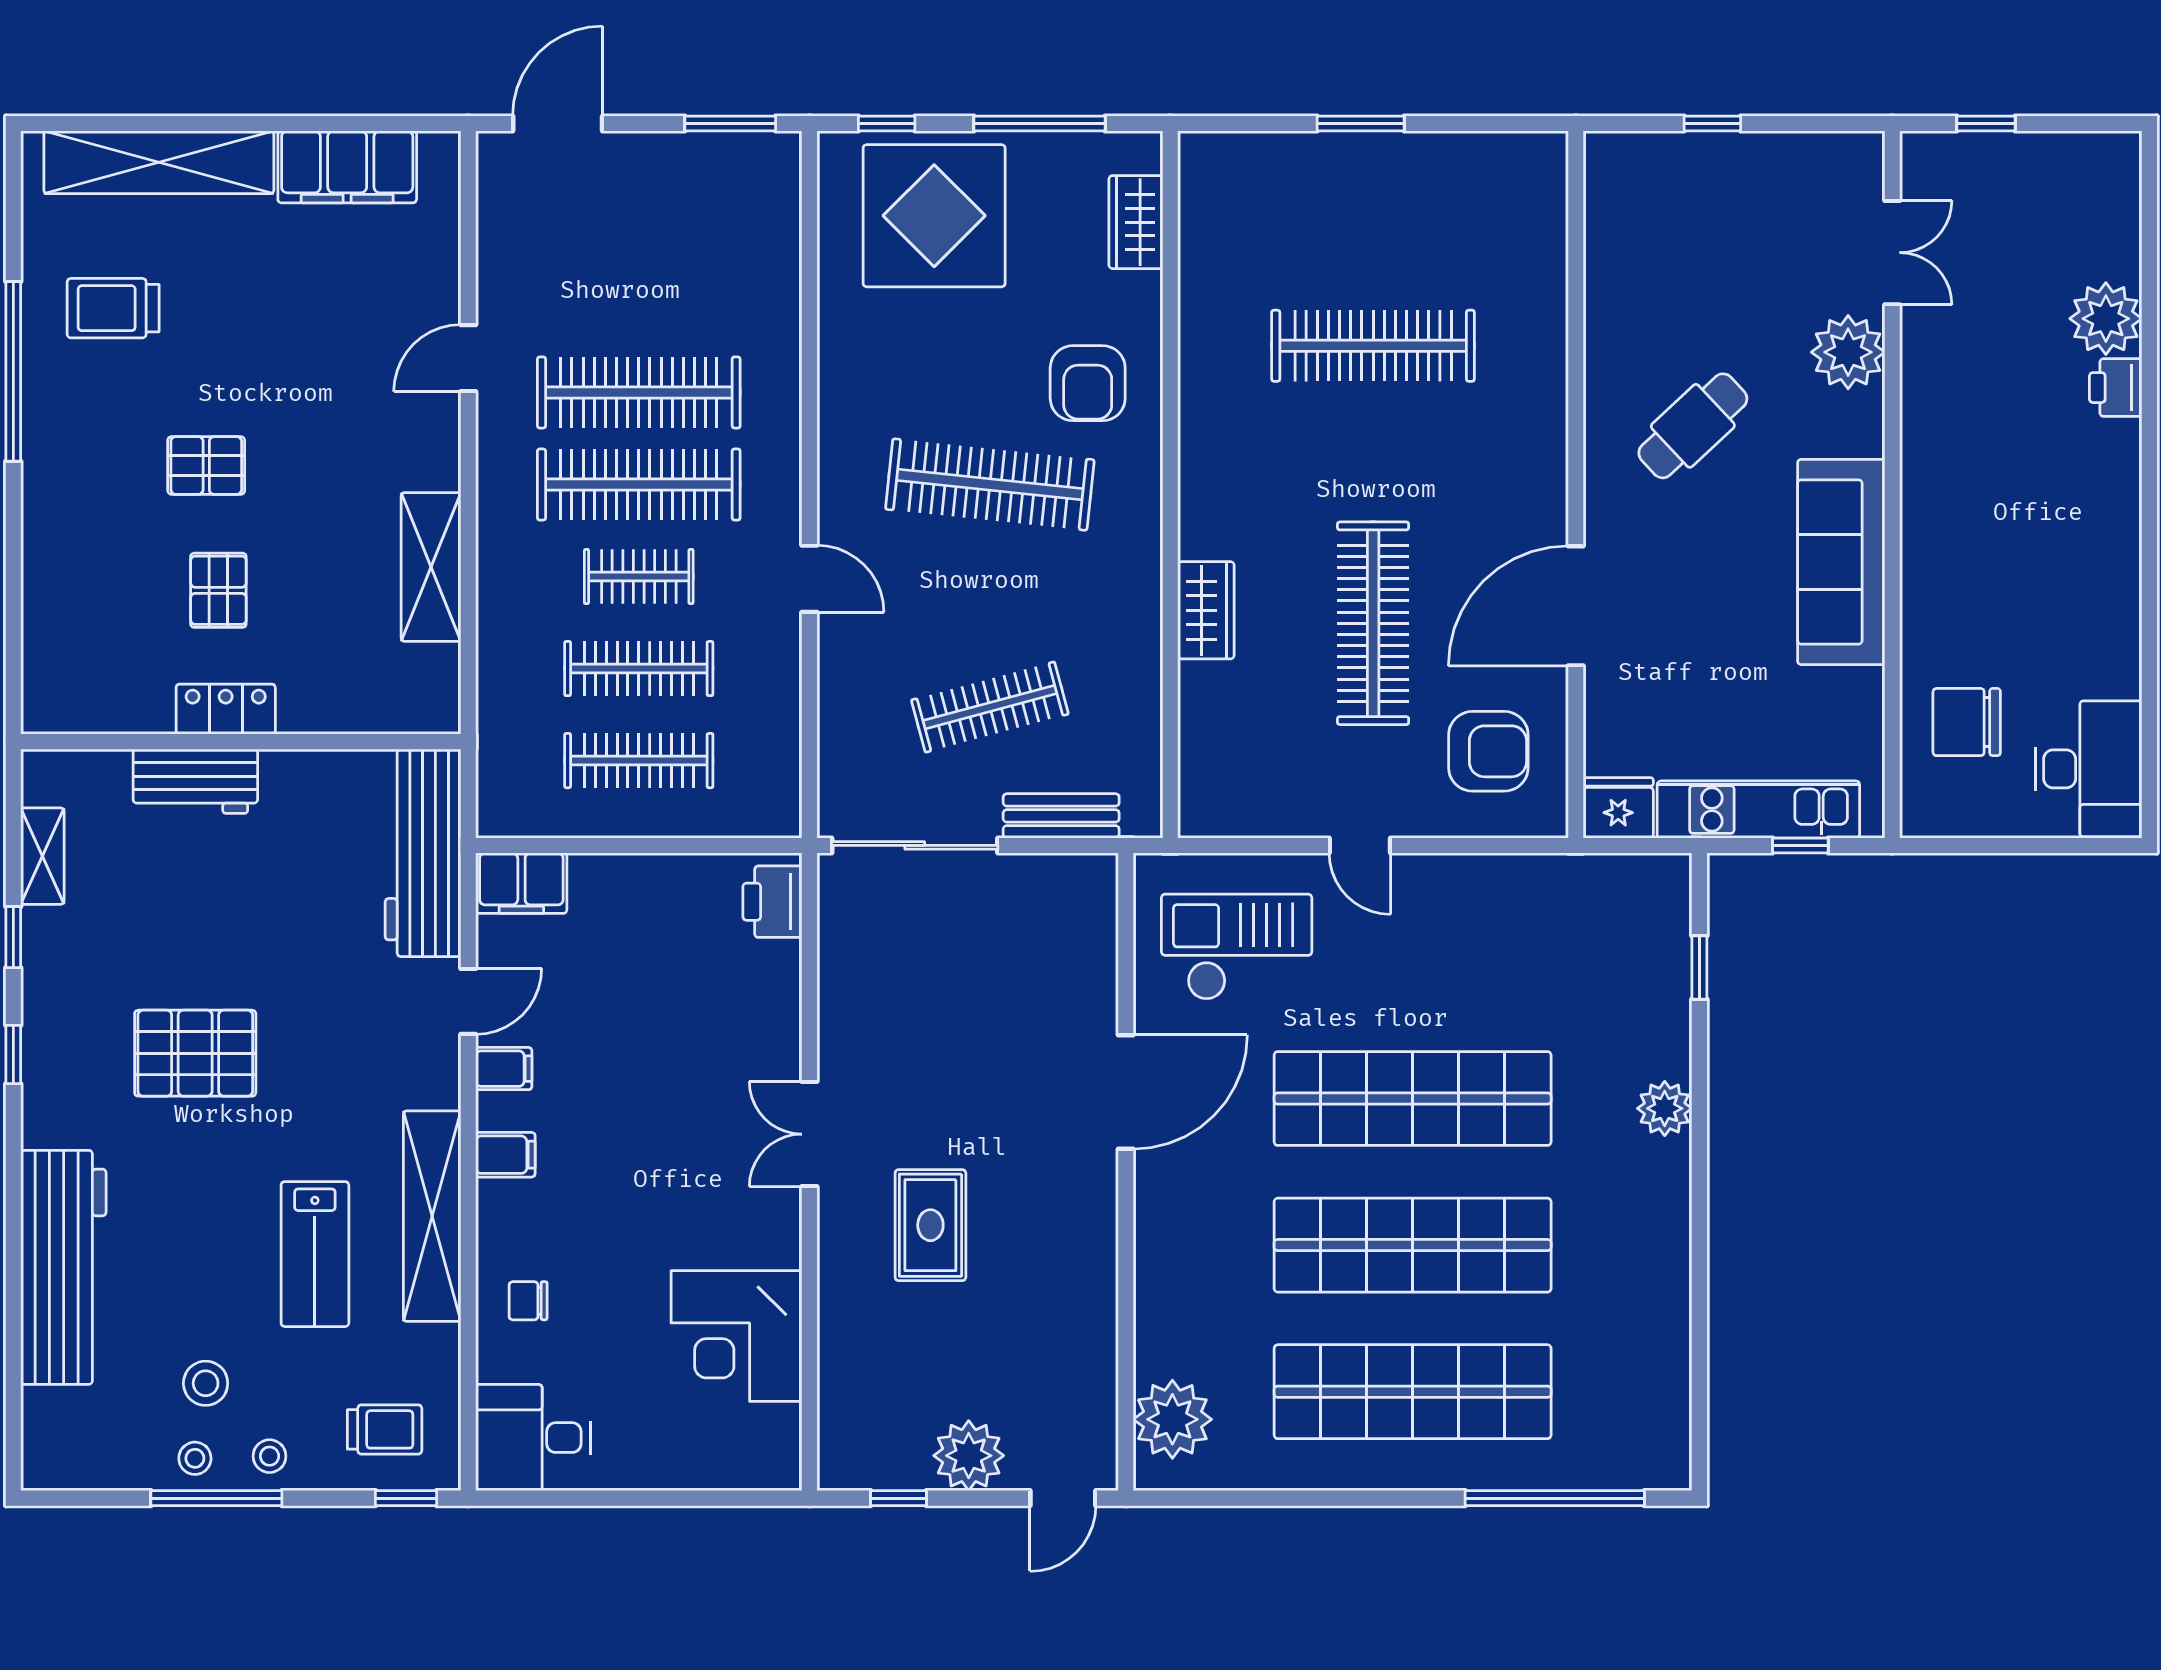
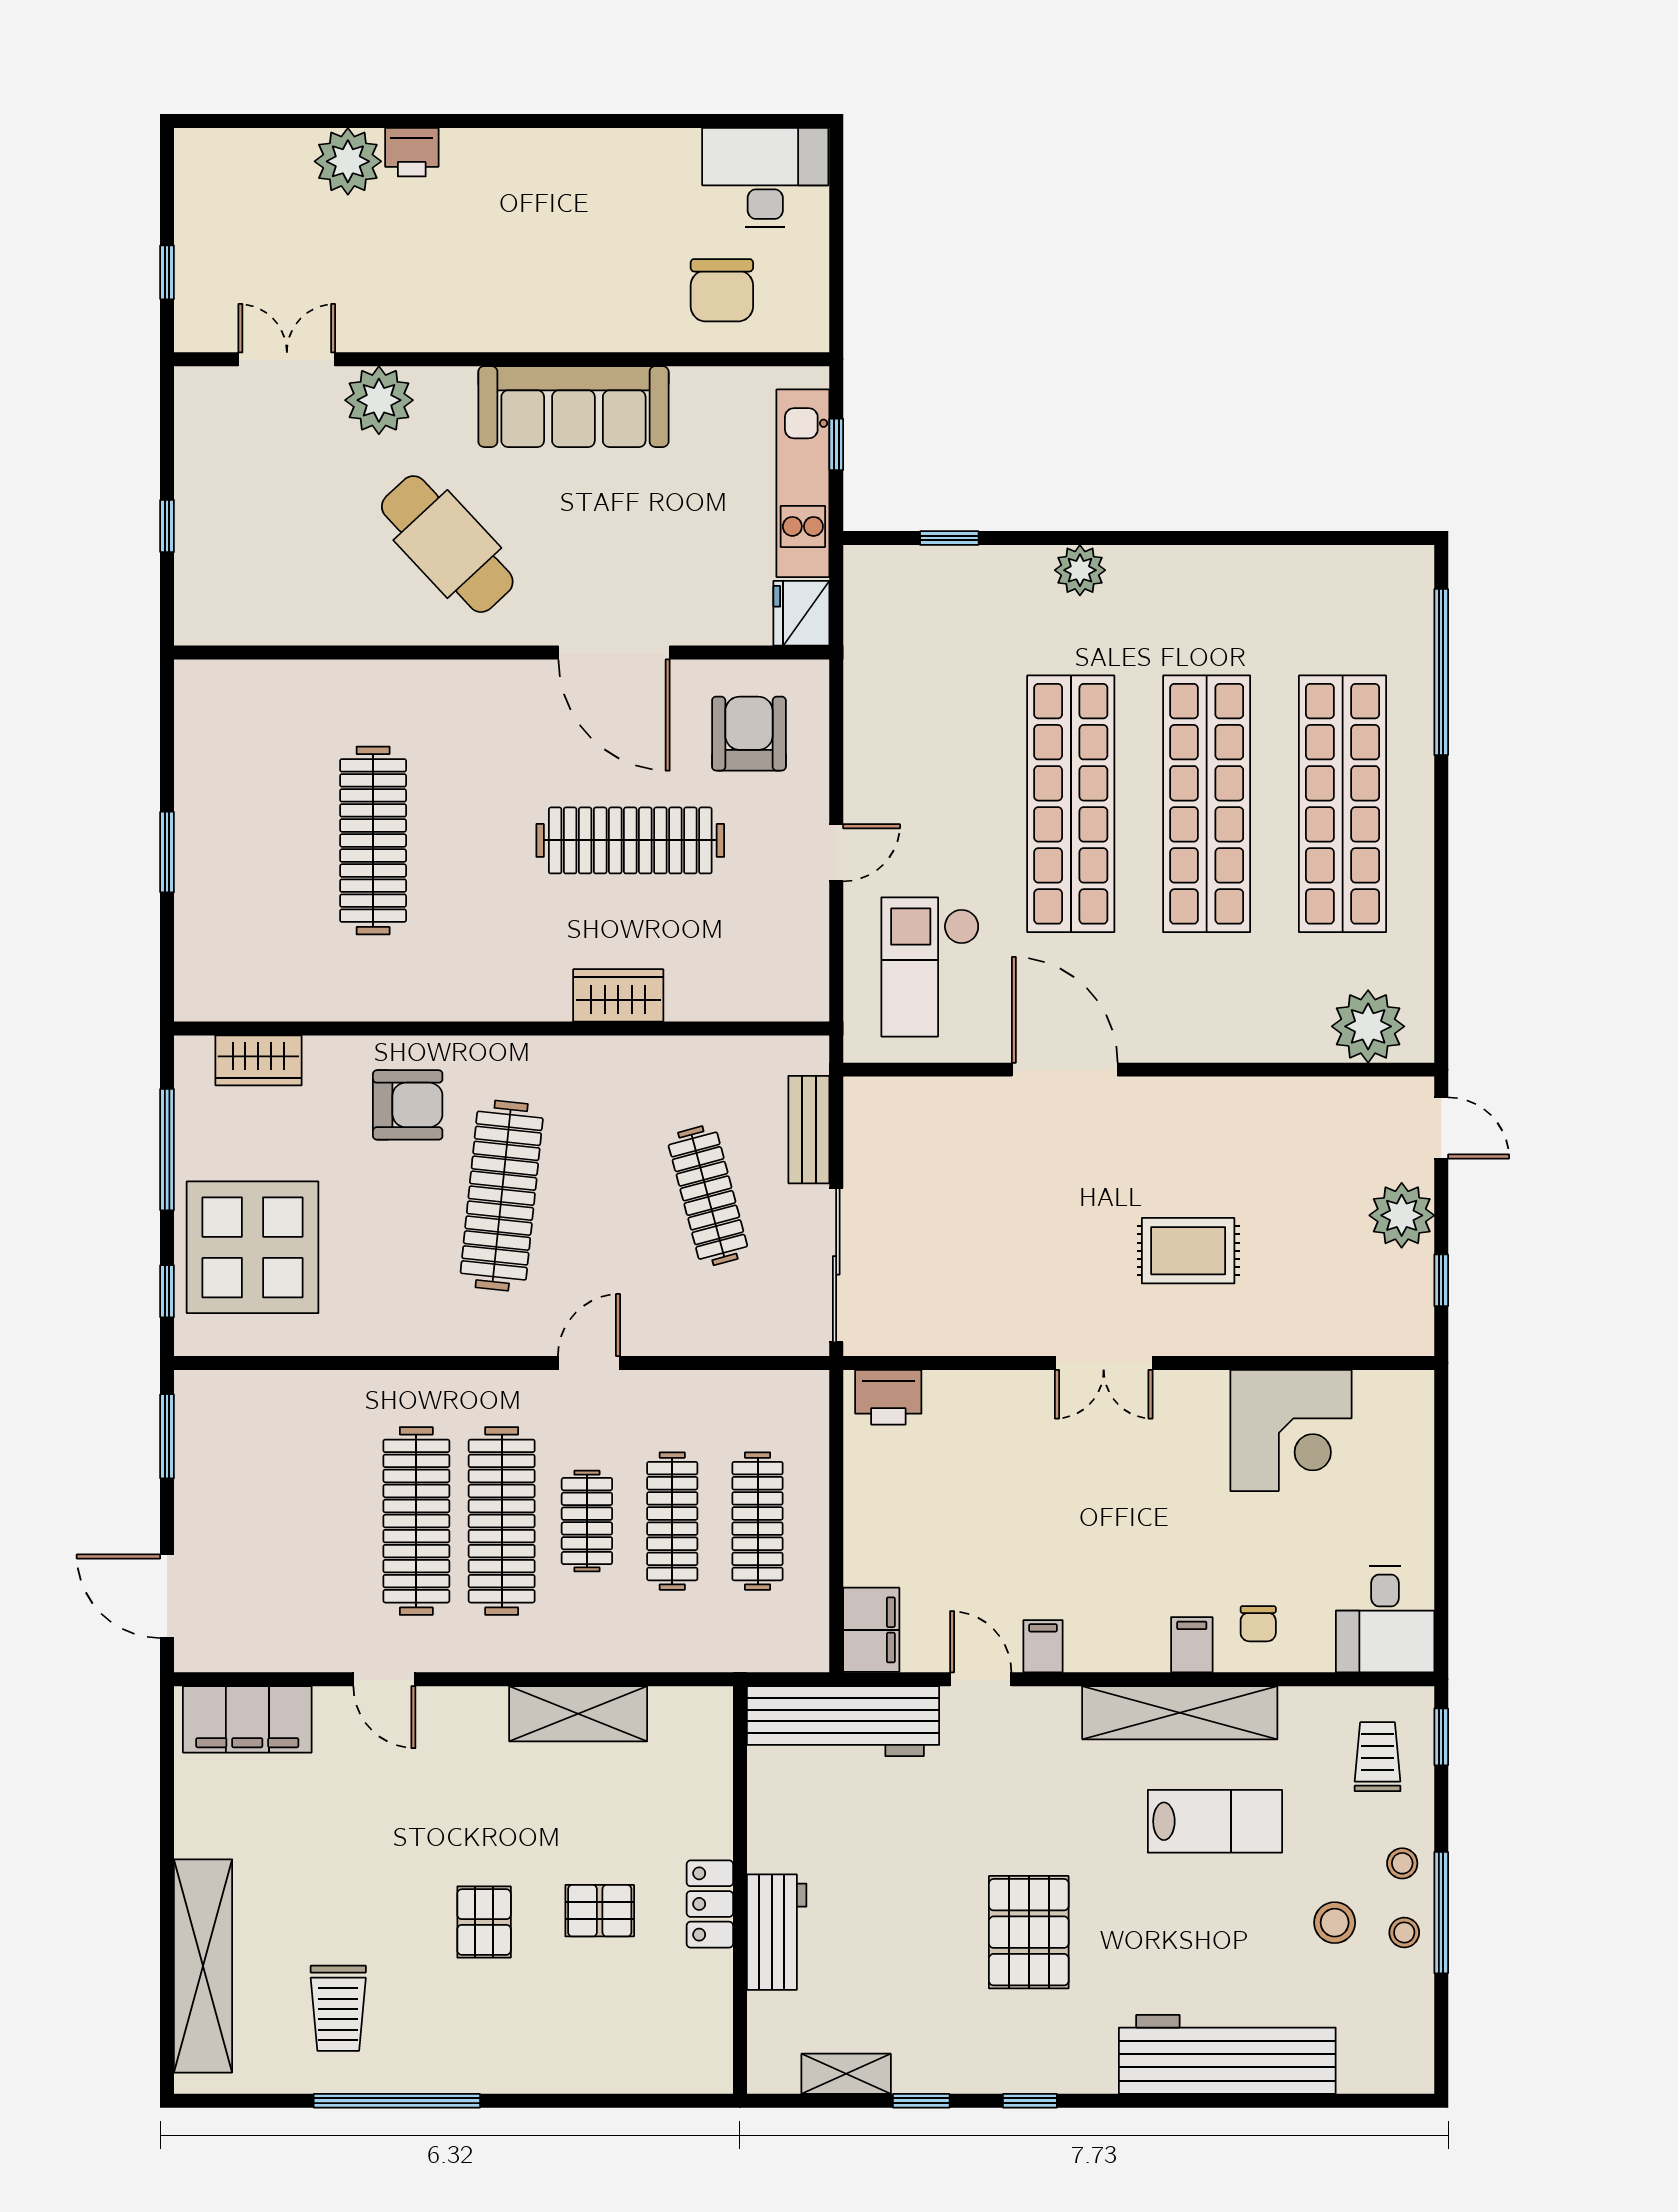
filing cabinet: (347, 167) -> (247, 1719), moved, turned 90
cafe table: (1693, 426) -> (447, 544), width x1.37, depth x1.35
filing cabinet: (505, 1155) -> (1192, 1645), moved

